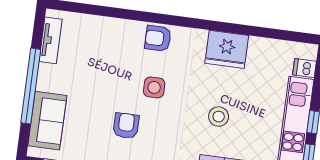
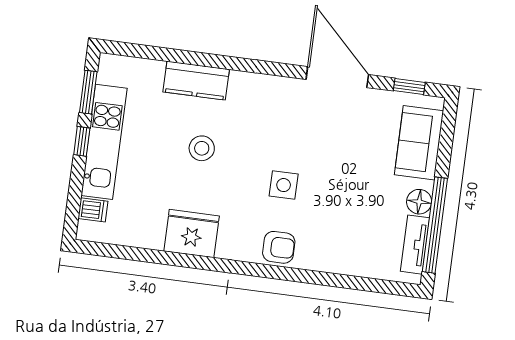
floor lamp: (47, 74) -> (419, 202), added
window: (31, 86) -> (435, 225), moved
armchair: (126, 126) -> (319, 136), removed

